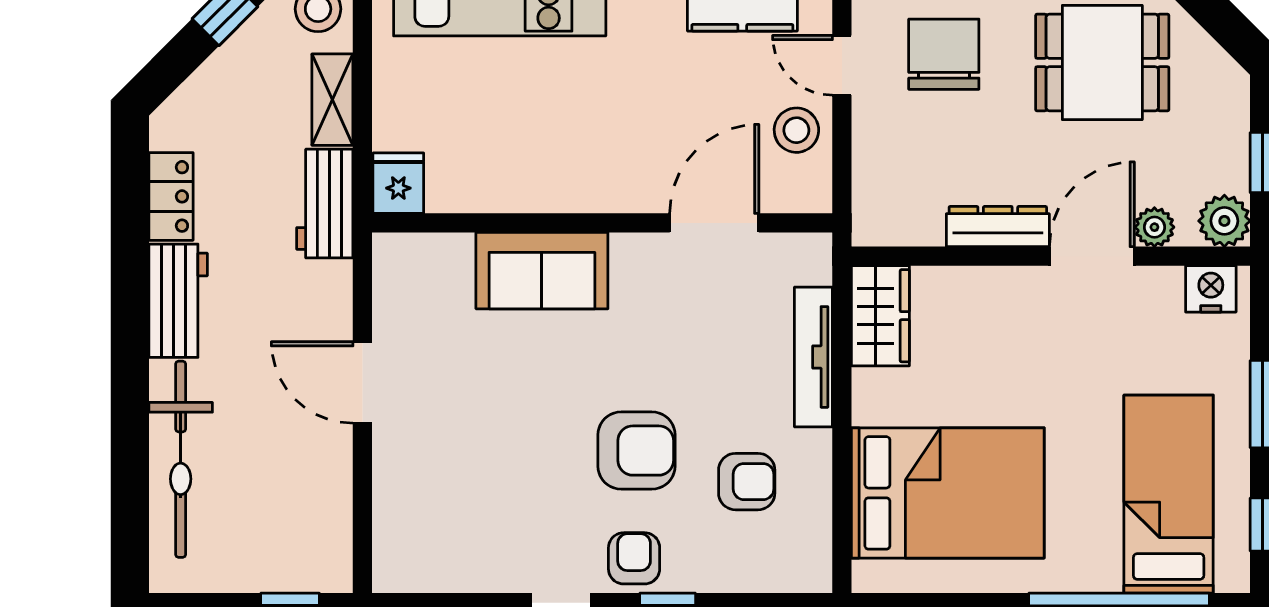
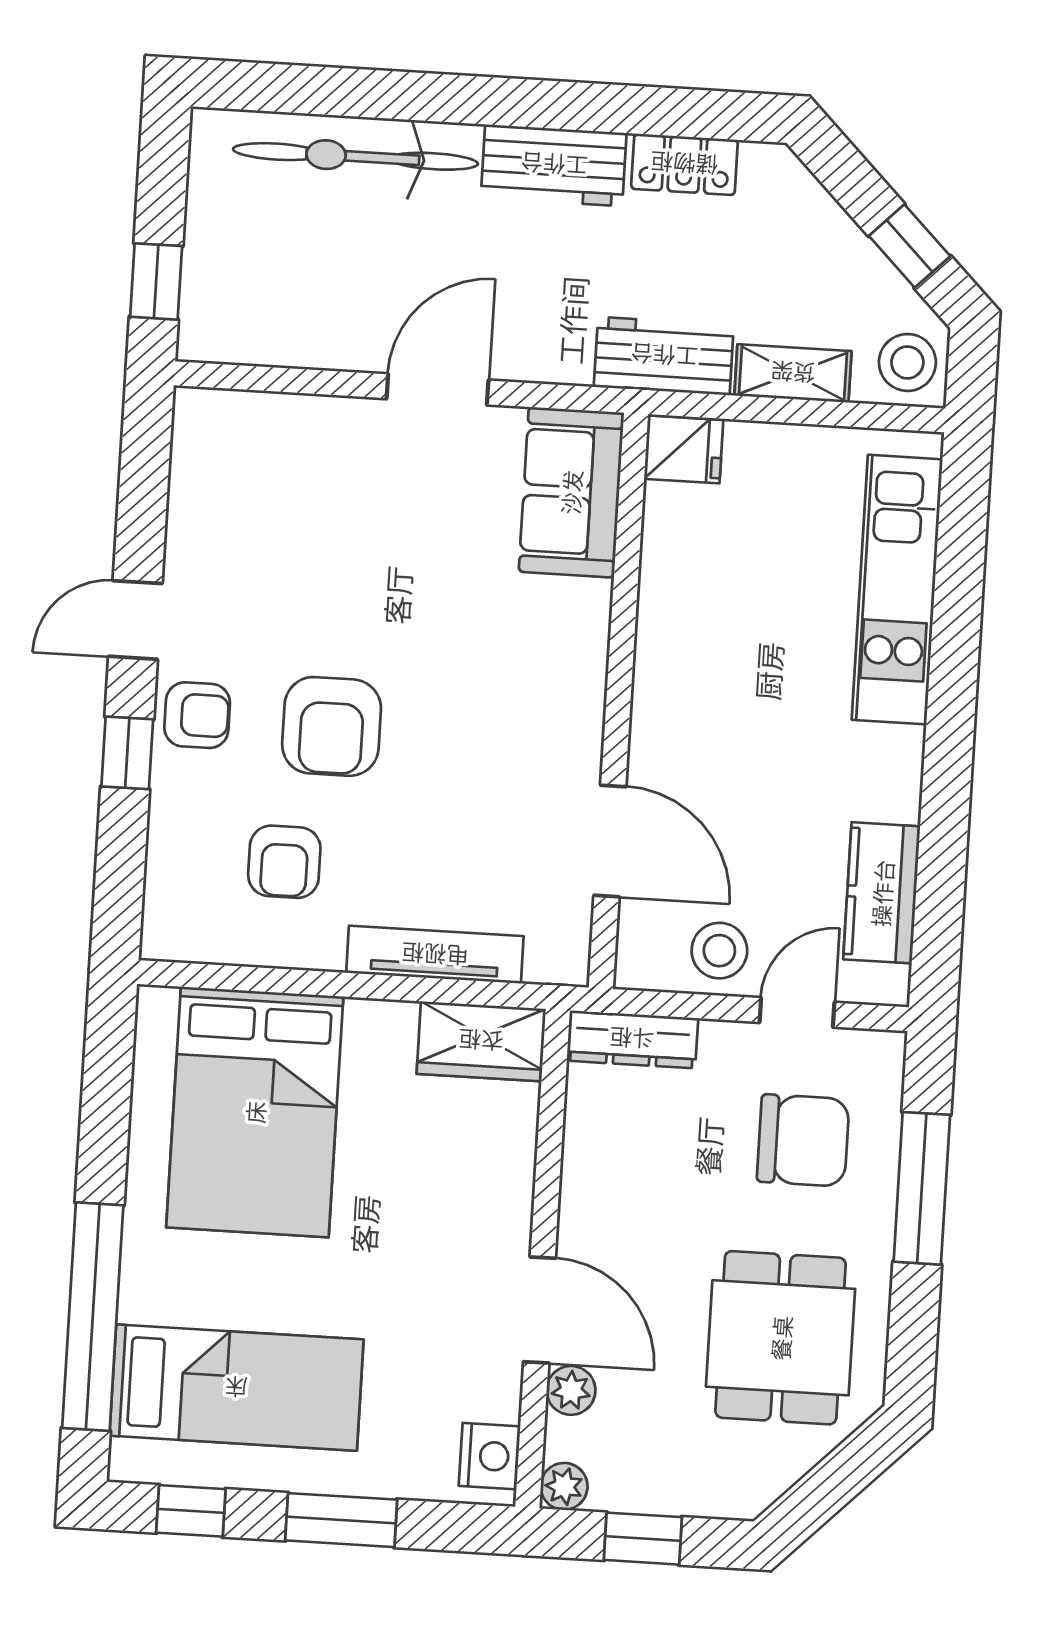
plant: (1224, 221) -> (564, 1486), width x0.73, depth x0.73
dresser: (998, 227) -> (632, 1039), moved, turned 90
sofa: (542, 271) -> (571, 492), moved

